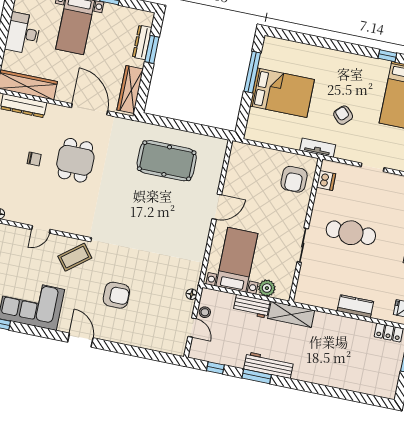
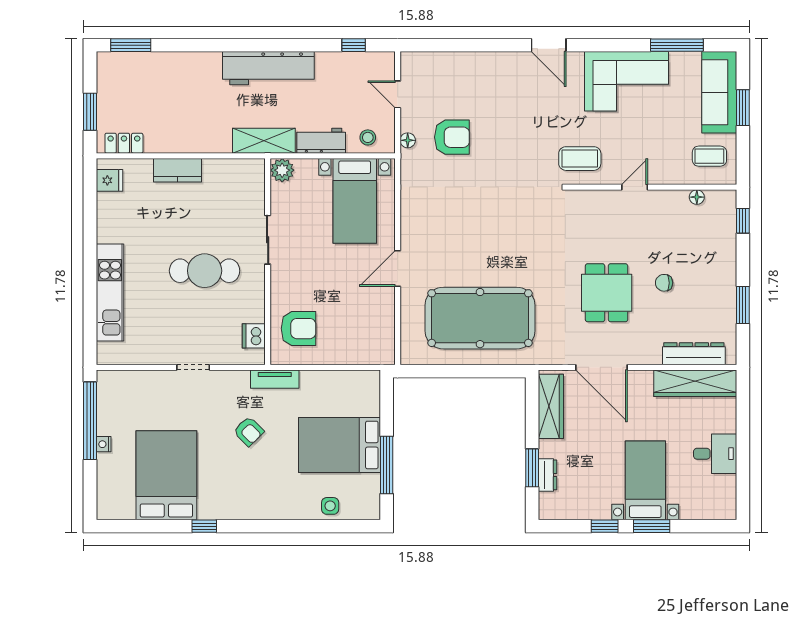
desk: (23, 33) -> (715, 454), width x0.73
dresser: (142, 42) -> (548, 475), width x0.70
side table: (297, 52) -> (330, 506), added
pool table: (167, 161) -> (480, 318), width x1.36, depth x1.32
armchair: (294, 179) -> (298, 329), turned 90
coffee table: (75, 257) -> (580, 159), turned 38
plant: (267, 288) -> (282, 170), moved
armchair: (116, 295) -> (452, 137), moved, turned 180
stool: (205, 312) -> (368, 137), moved
workbench: (269, 365) -> (268, 68), width x1.36, depth x1.32
window: (257, 376) -> (131, 45), moved

